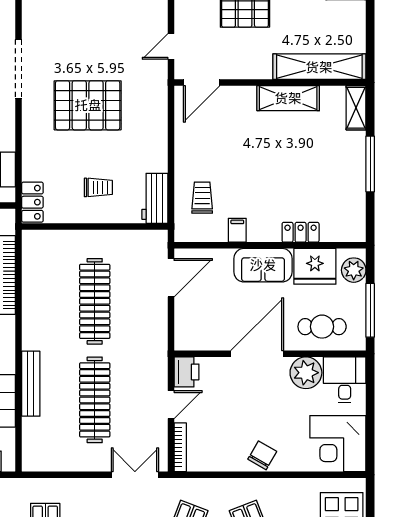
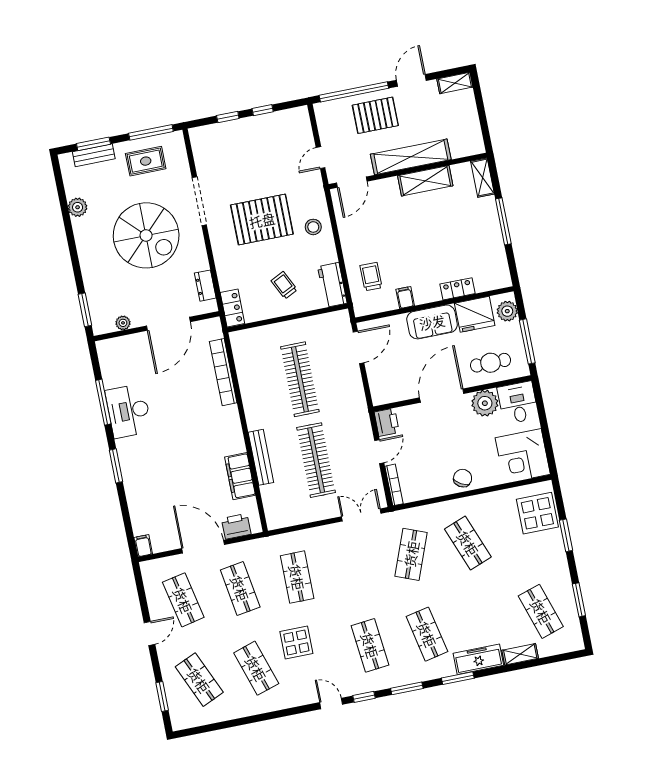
shelving: (319, 67) -> (411, 157), moved
stool: (146, 126) -> (313, 227), added
trolley: (98, 187) -> (284, 285), turned -116

